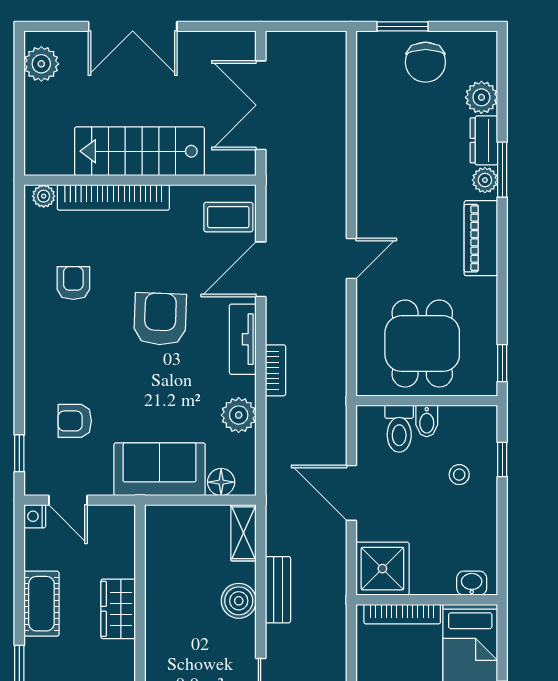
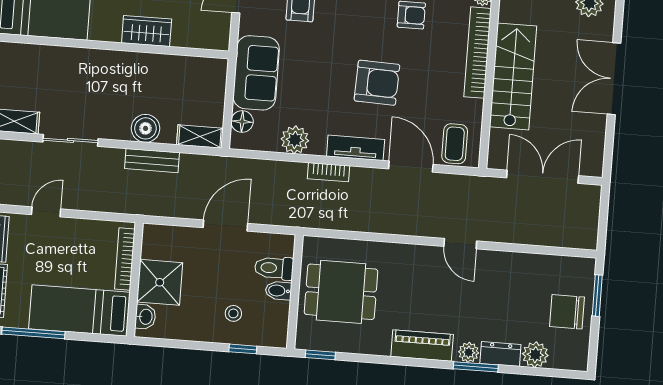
door: (351, 258) -> (460, 244), moved
shower: (382, 569) -> (160, 282), moved

